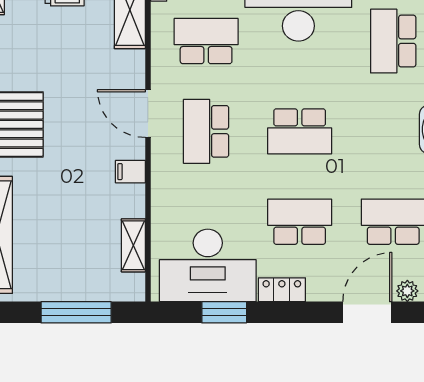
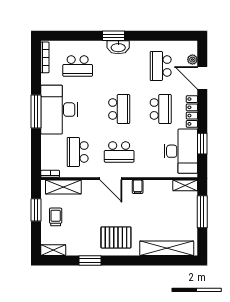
door: (148, 114) -> (111, 179), hinge flipped
school desk: (300, 222) -> (161, 109), turned 180
shelving: (133, 245) -> (185, 185), moved
locker: (282, 290) -> (192, 111), width x1.53

